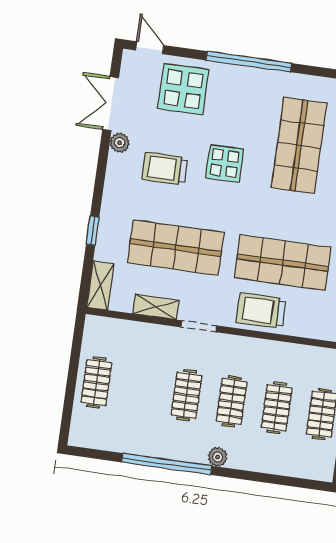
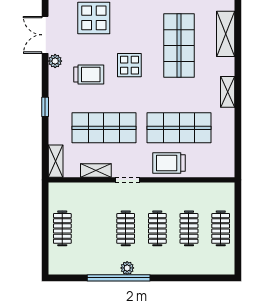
trolley: (165, 169) -> (89, 74), turned 180
window: (93, 231) -> (45, 107), moved
plant: (218, 457) -> (127, 268), moved

